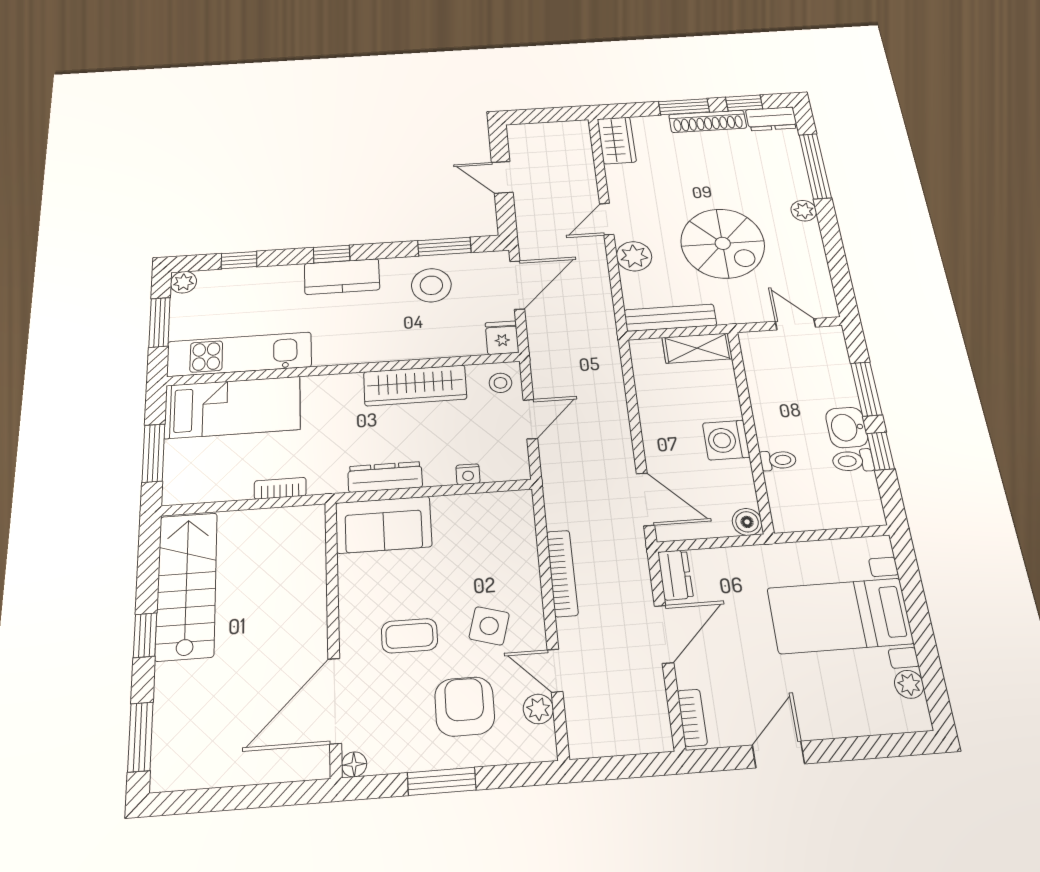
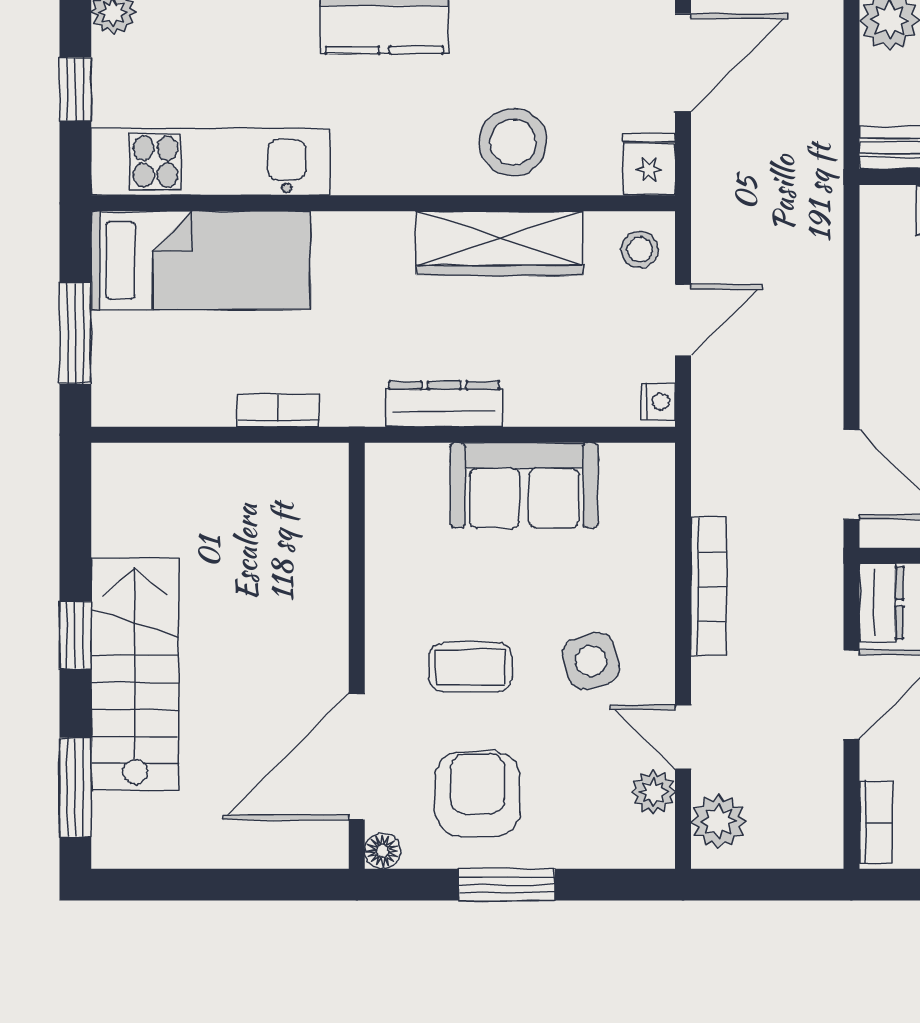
stool: (431, 285) -> (513, 142), moved
window: (159, 322) -> (75, 89), width x0.67
nightstand: (468, 474) -> (658, 402), moved, turned -90
sofa: (383, 525) -> (524, 485), moved
stairs: (187, 585) -> (135, 674), moved
side table: (489, 626) -> (591, 661), turned -31
armchair: (465, 706) -> (478, 794), moved
plant: (585, 725) -> (718, 821), added

